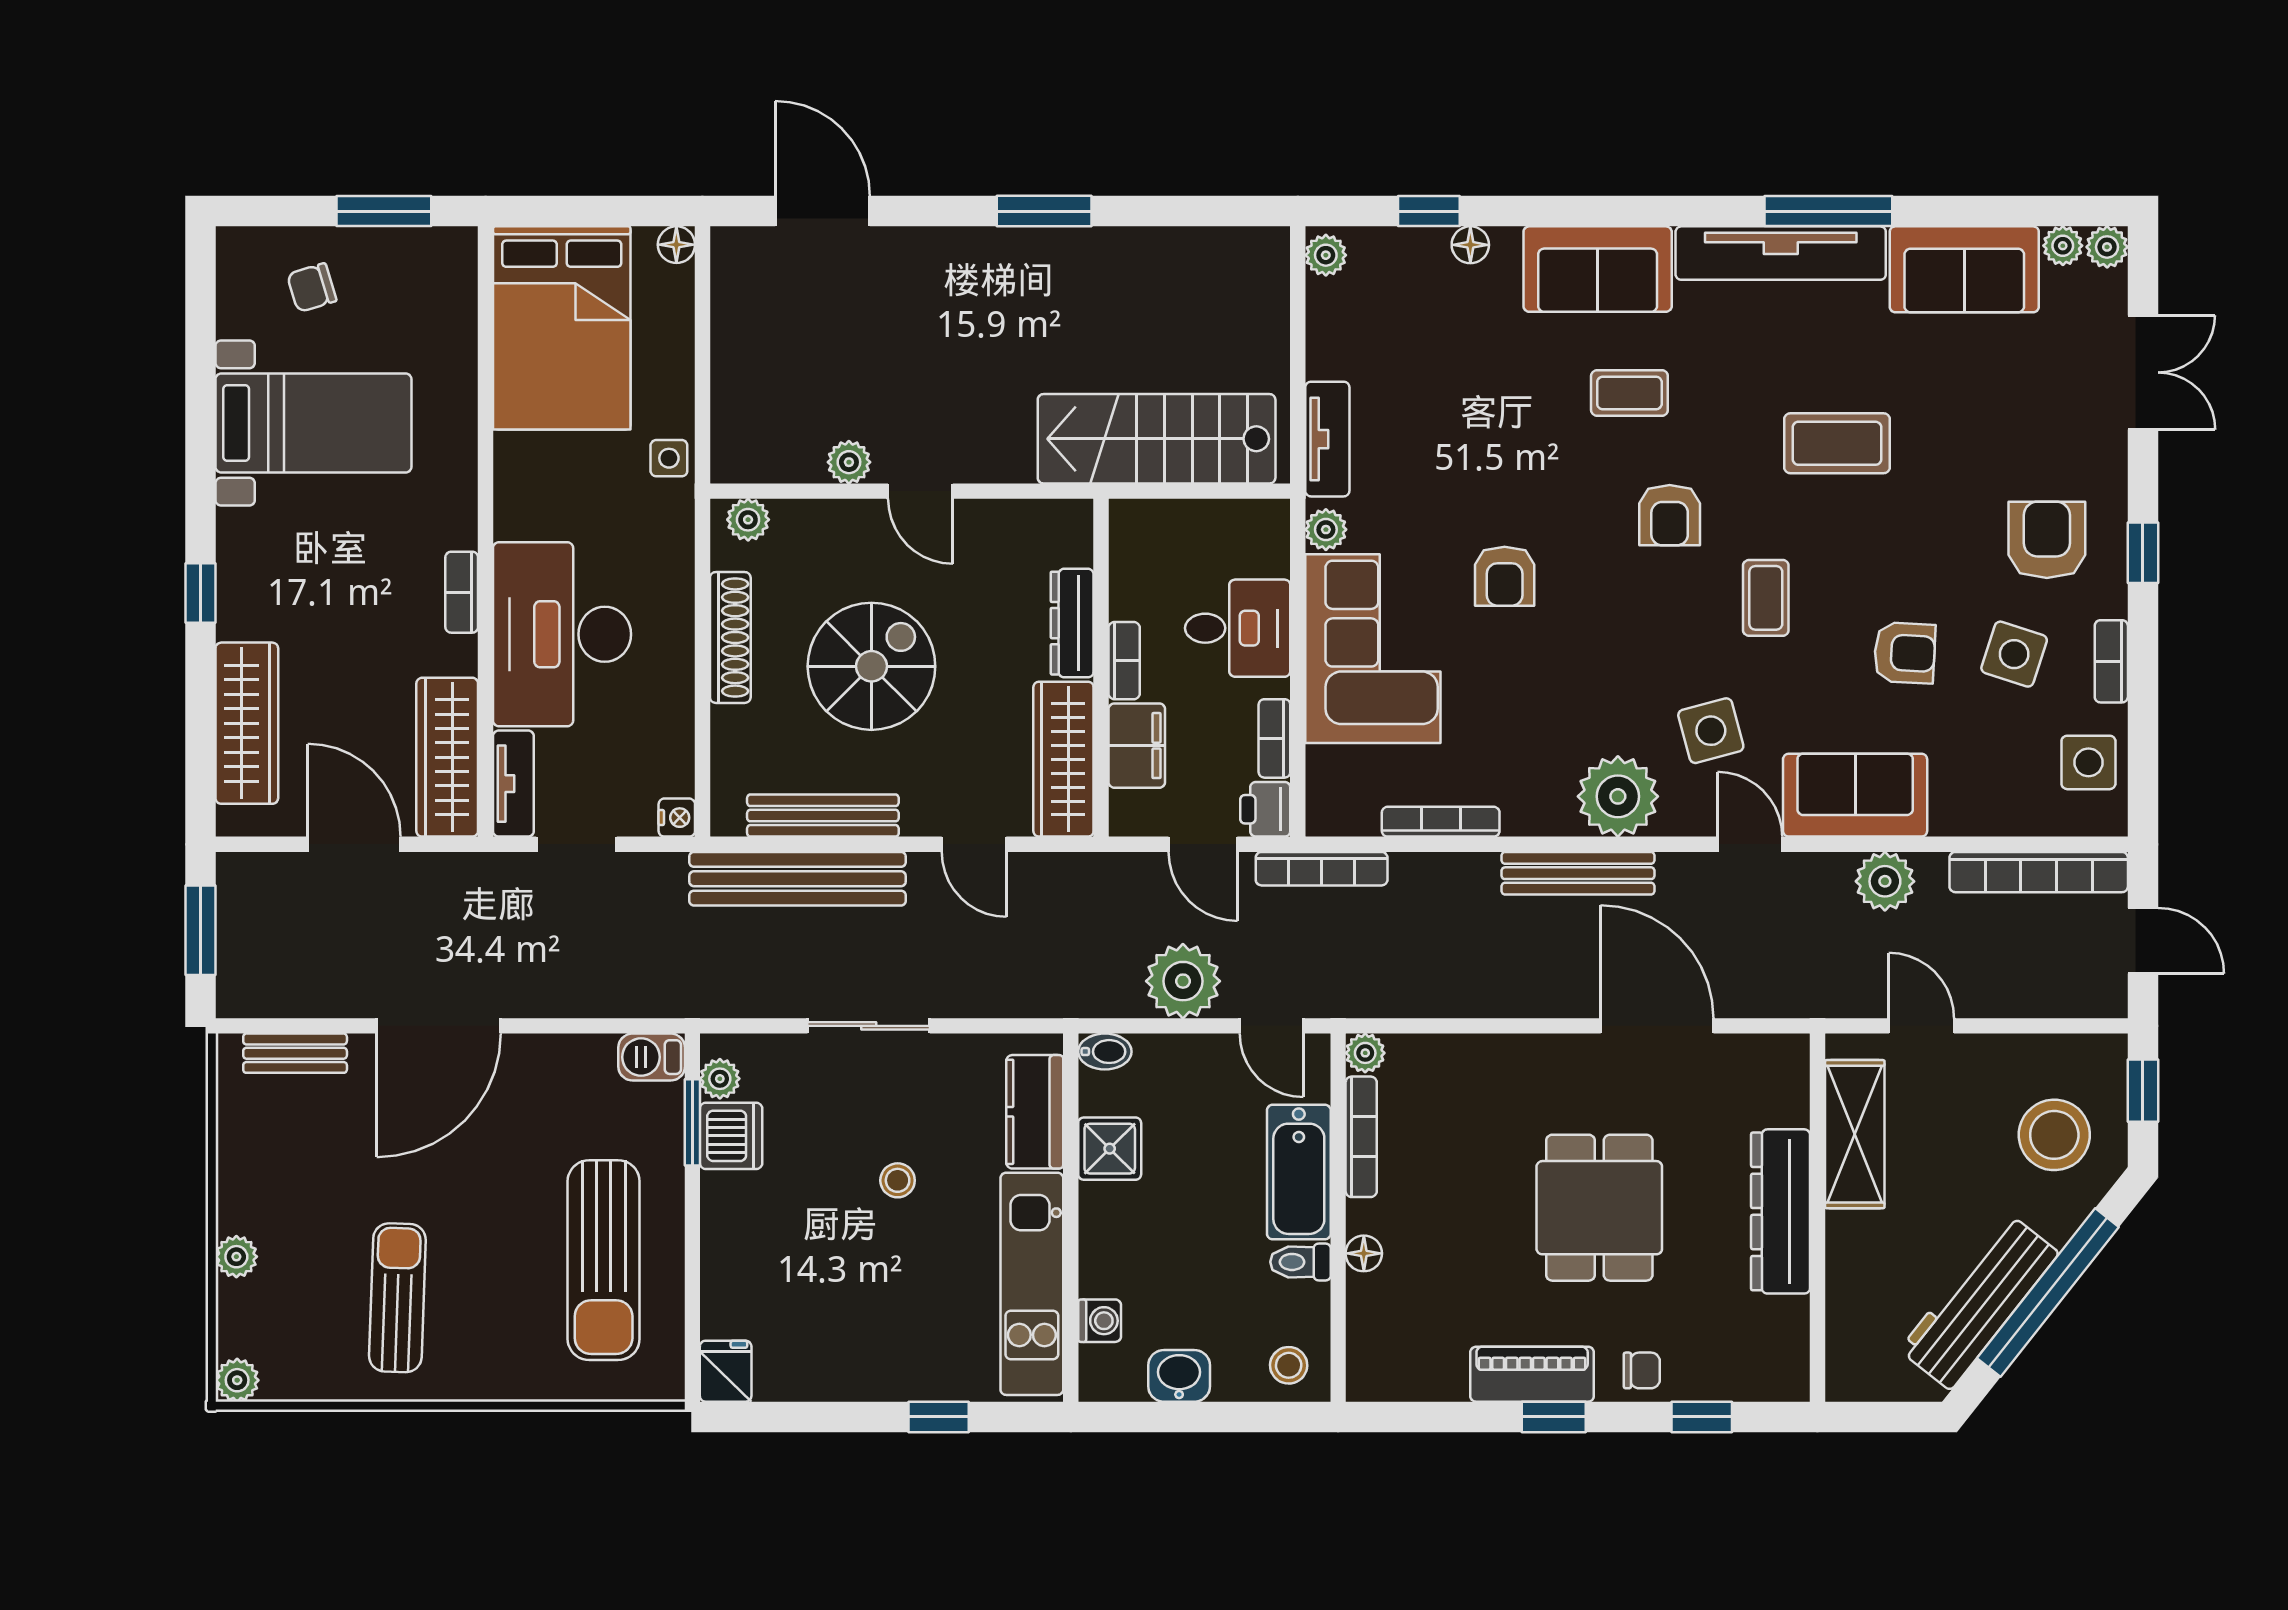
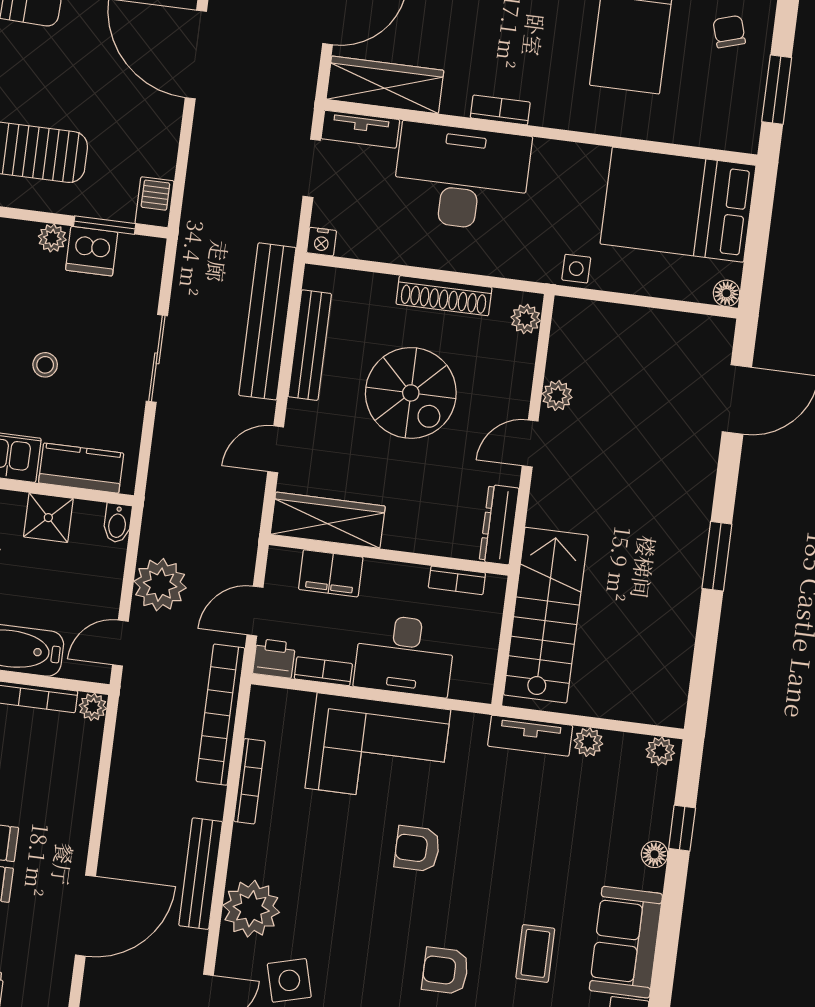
plant: (1326, 530) -> (588, 742), moved
dresser: (1072, 623) -> (499, 525), moved, turned -90
desk: (1238, 628) -> (405, 655), width x1.37
bookcase: (1124, 661) -> (457, 580), moved
bookcase: (1322, 869) -> (220, 715), width x1.48, depth x1.31
plant: (720, 1079) -> (52, 238), moved

